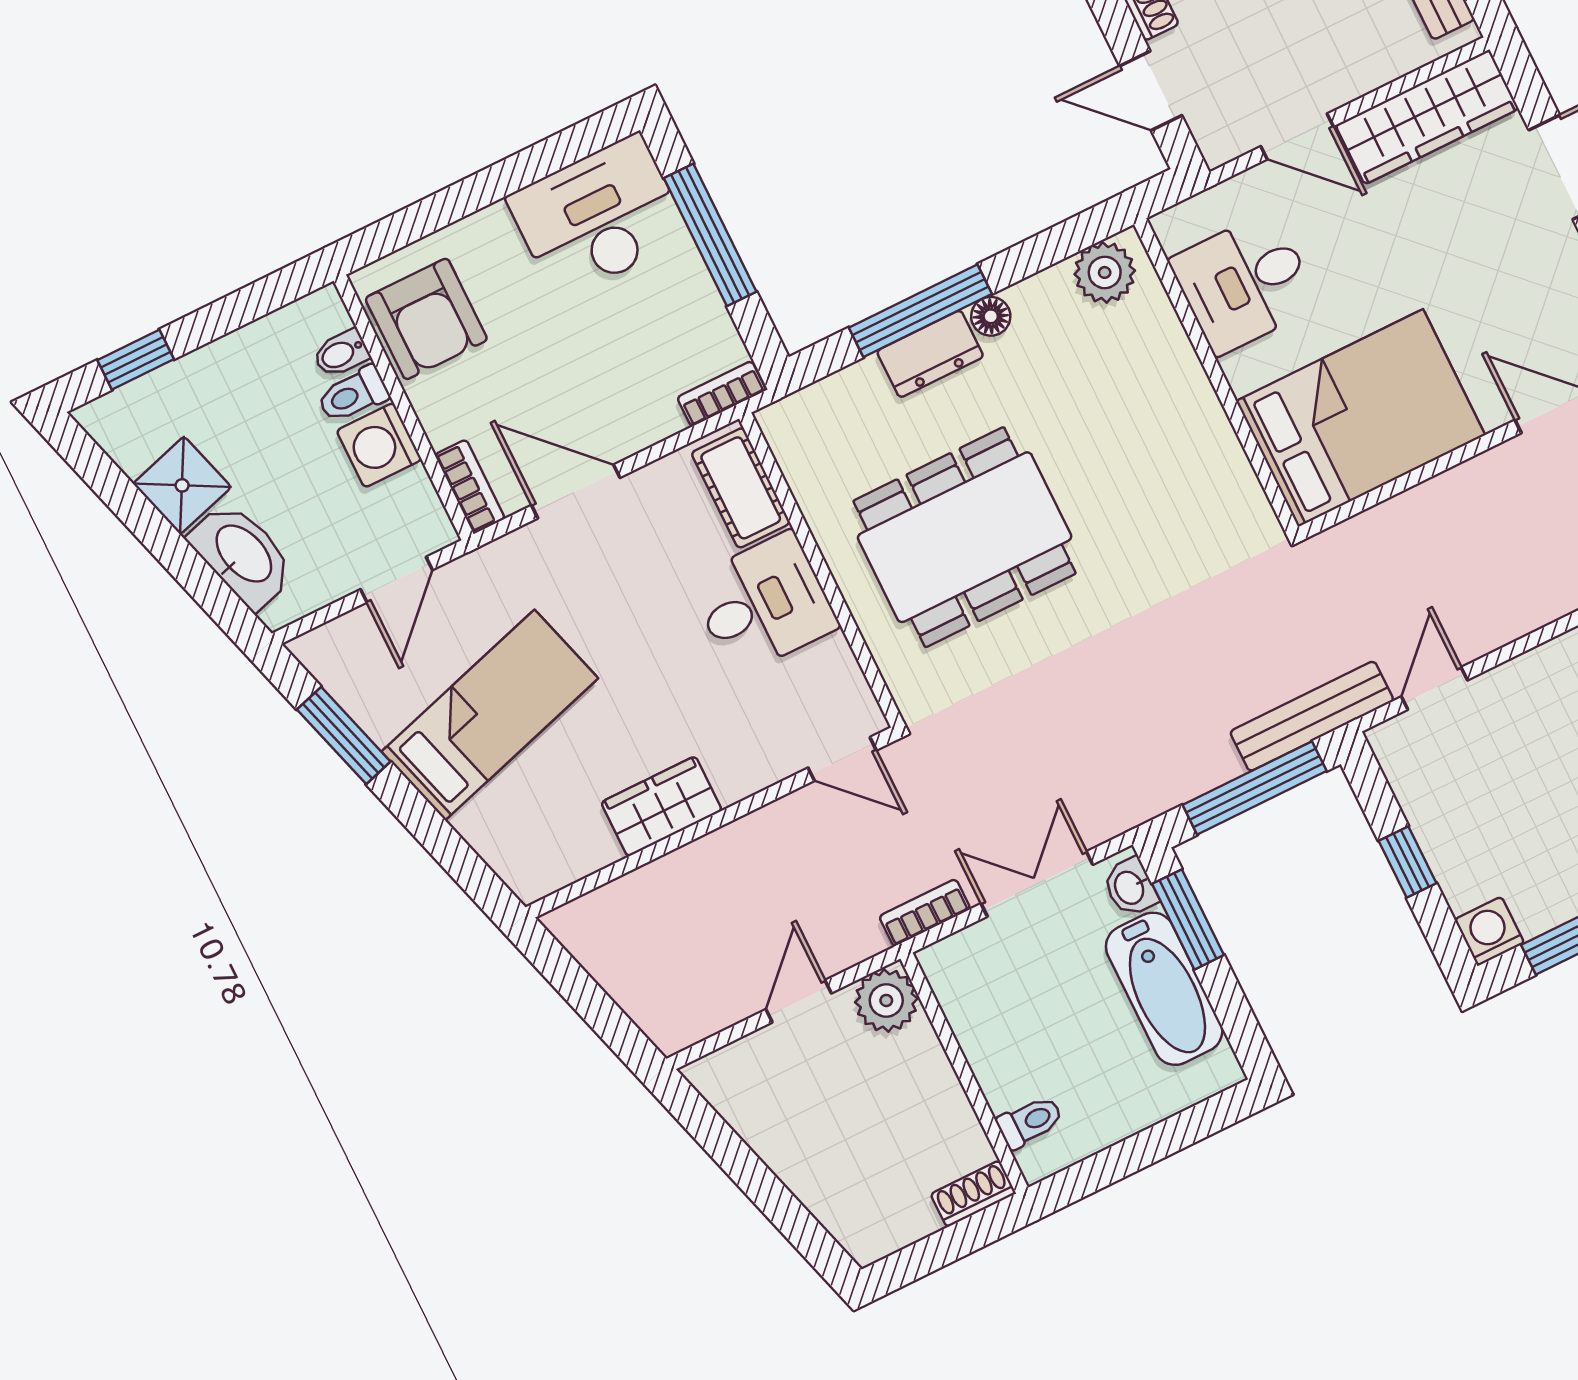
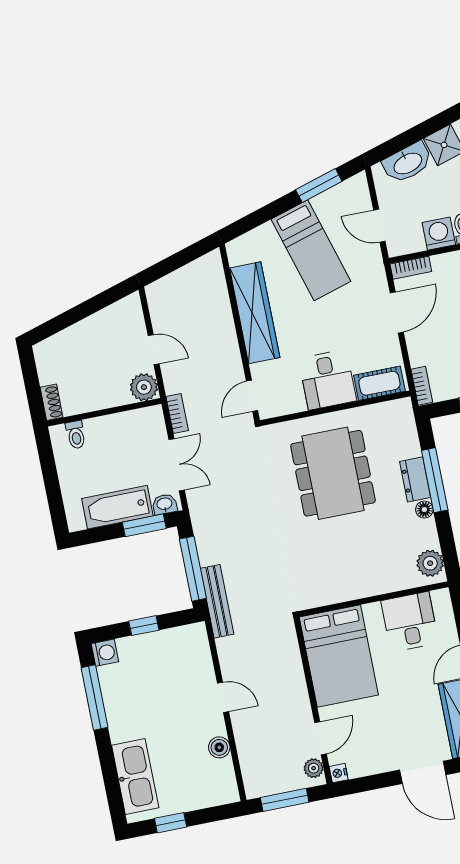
door: (1434, 688) -> (223, 697), moved
wardrobe: (662, 806) -> (255, 313), width x2.10, depth x1.17

